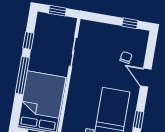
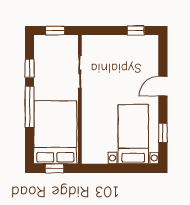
chair: (126, 57) -> (138, 68), removed
door: (146, 78) -> (163, 86), hinge flipped

